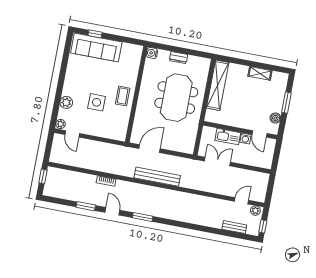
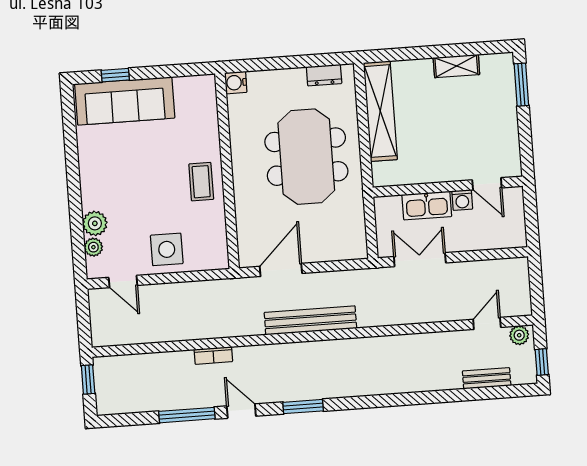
dresser: (178, 58) -> (324, 75), moved
side table: (97, 102) -> (167, 249), moved
window: (286, 103) -> (521, 85), moved
boiler: (275, 118) -> (510, 145), removed
plant: (61, 124) -> (93, 247), moved
window: (86, 206) -> (187, 415), width x1.44

